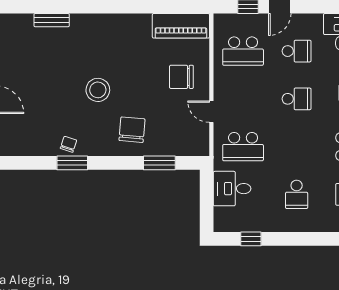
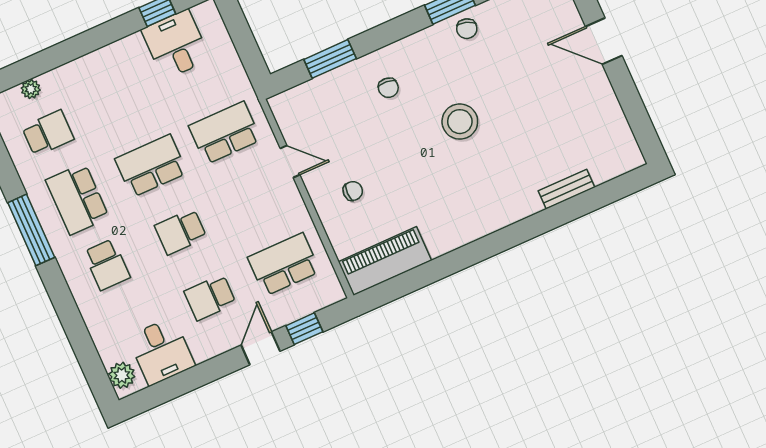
chair: (181, 77) -> (353, 191), width x0.54, depth x0.54
chair: (132, 130) -> (388, 88), width x0.54, depth x0.54
desk: (232, 189) -> (176, 45), moved, turned -90
school desk: (297, 194) -> (151, 166), moved, width x1.85

